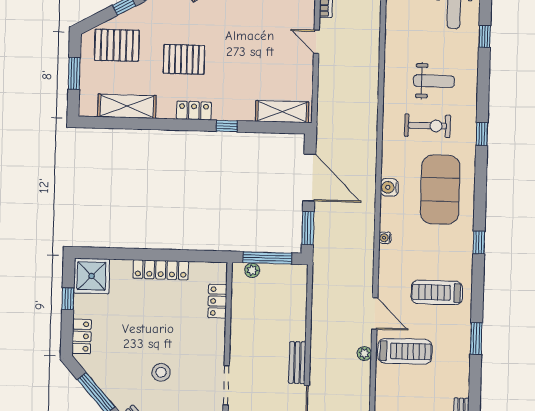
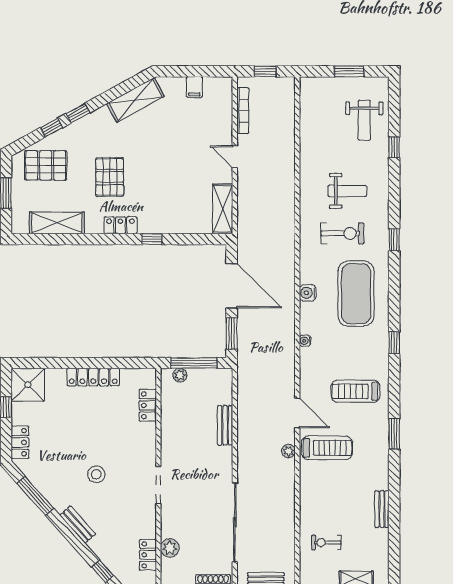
pallet: (184, 59) -> (110, 177), turned 90
shelving: (282, 112) -> (223, 209), moved, turned 90
bench: (297, 363) -> (225, 425), moved

